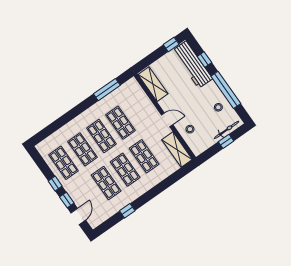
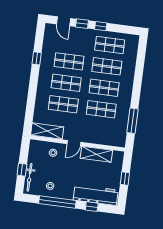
window: (171, 44) -> (125, 179), moved
shelving: (153, 84) -> (96, 154), moved

